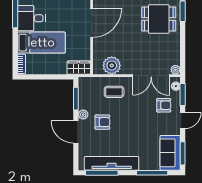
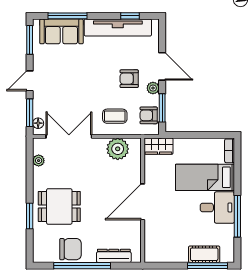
plant: (175, 70) -> (39, 161), moved
armchair: (164, 105) -> (149, 115), moved
sofa: (170, 153) -> (61, 31), moved, turned 90
window: (102, 173) -> (130, 16), width x0.46

